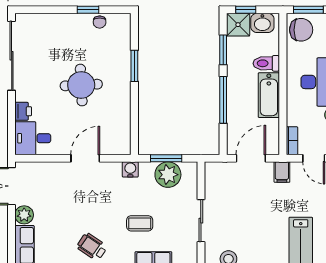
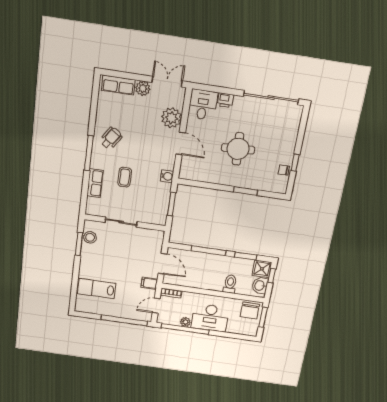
bathtub: (269, 95) -> (207, 282), removed
plant: (168, 175) -> (171, 118), moved

